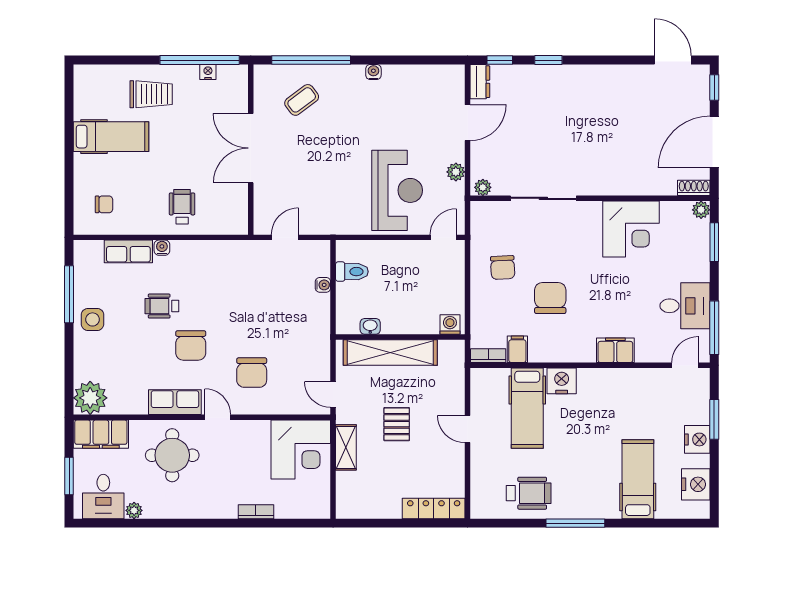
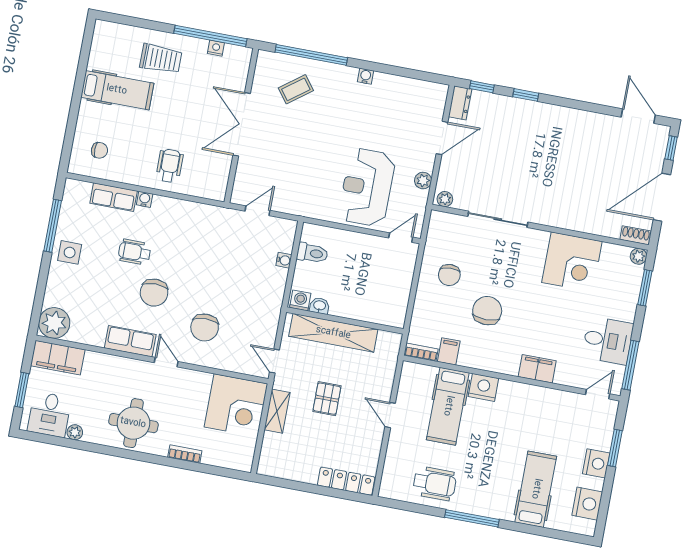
reception desk: (397, 190) -> (367, 187), turned 180
washing machine: (450, 325) -> (300, 300), moved
round table: (172, 455) -> (133, 423), moved

